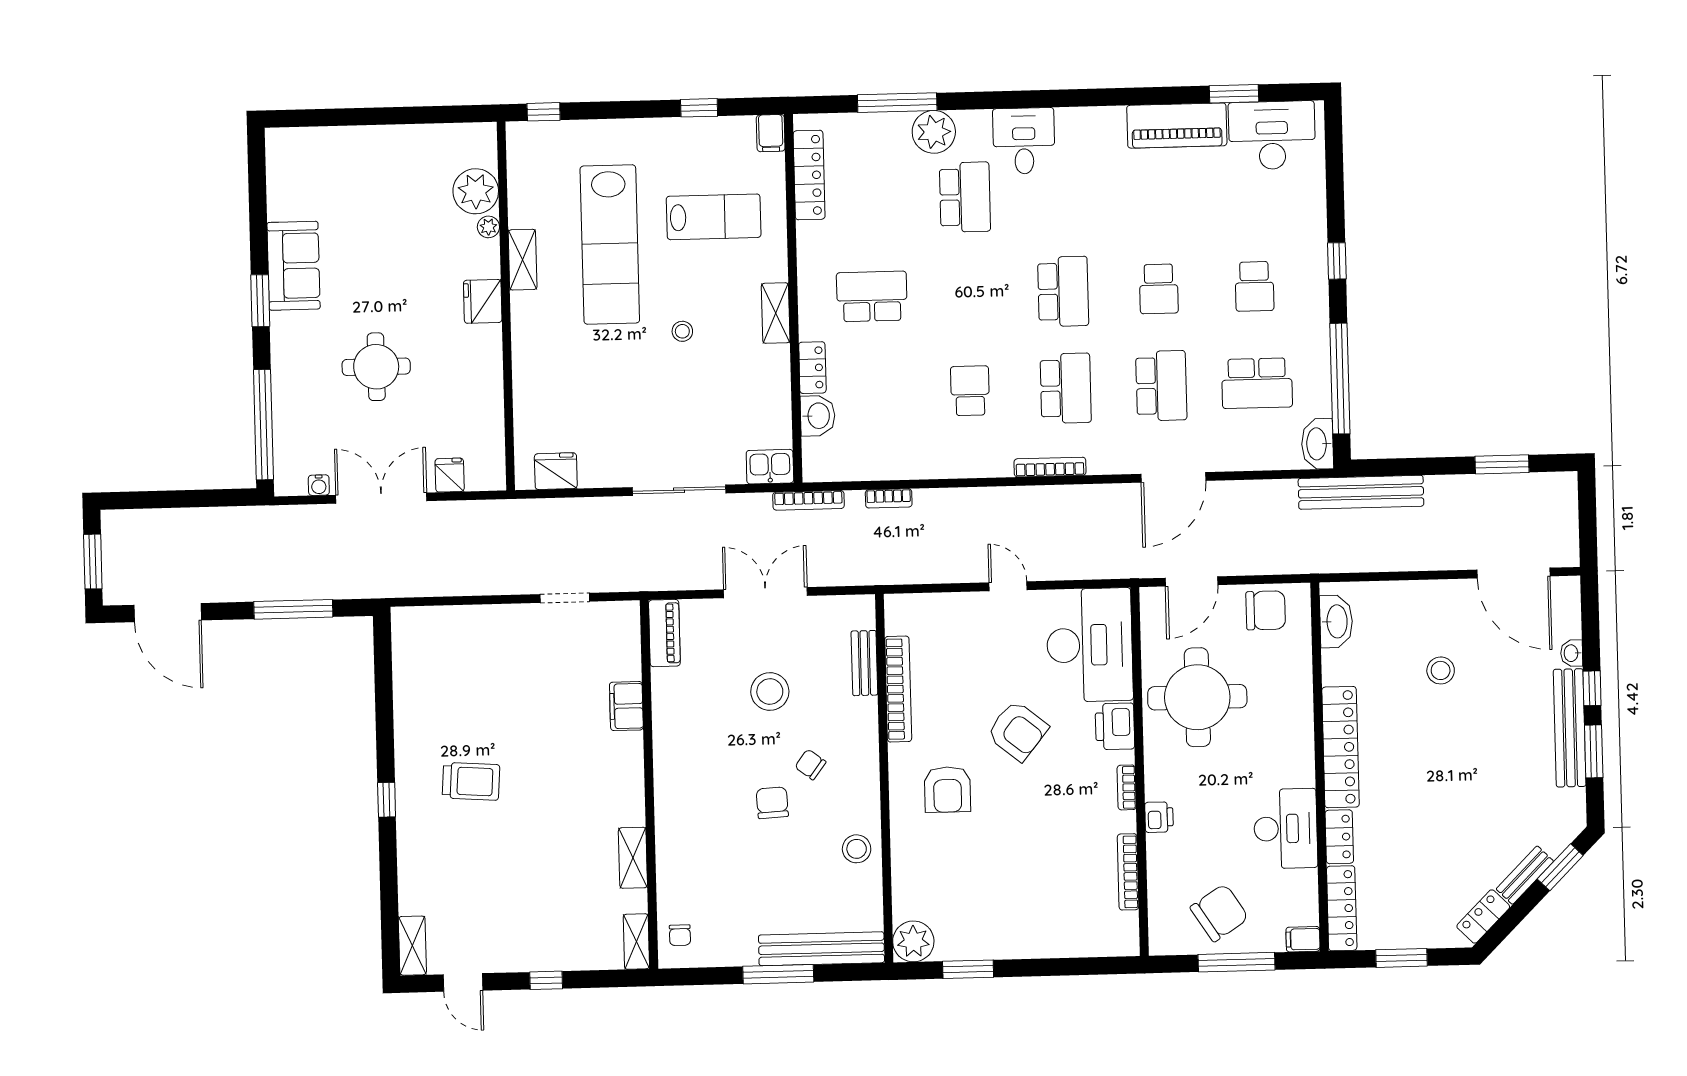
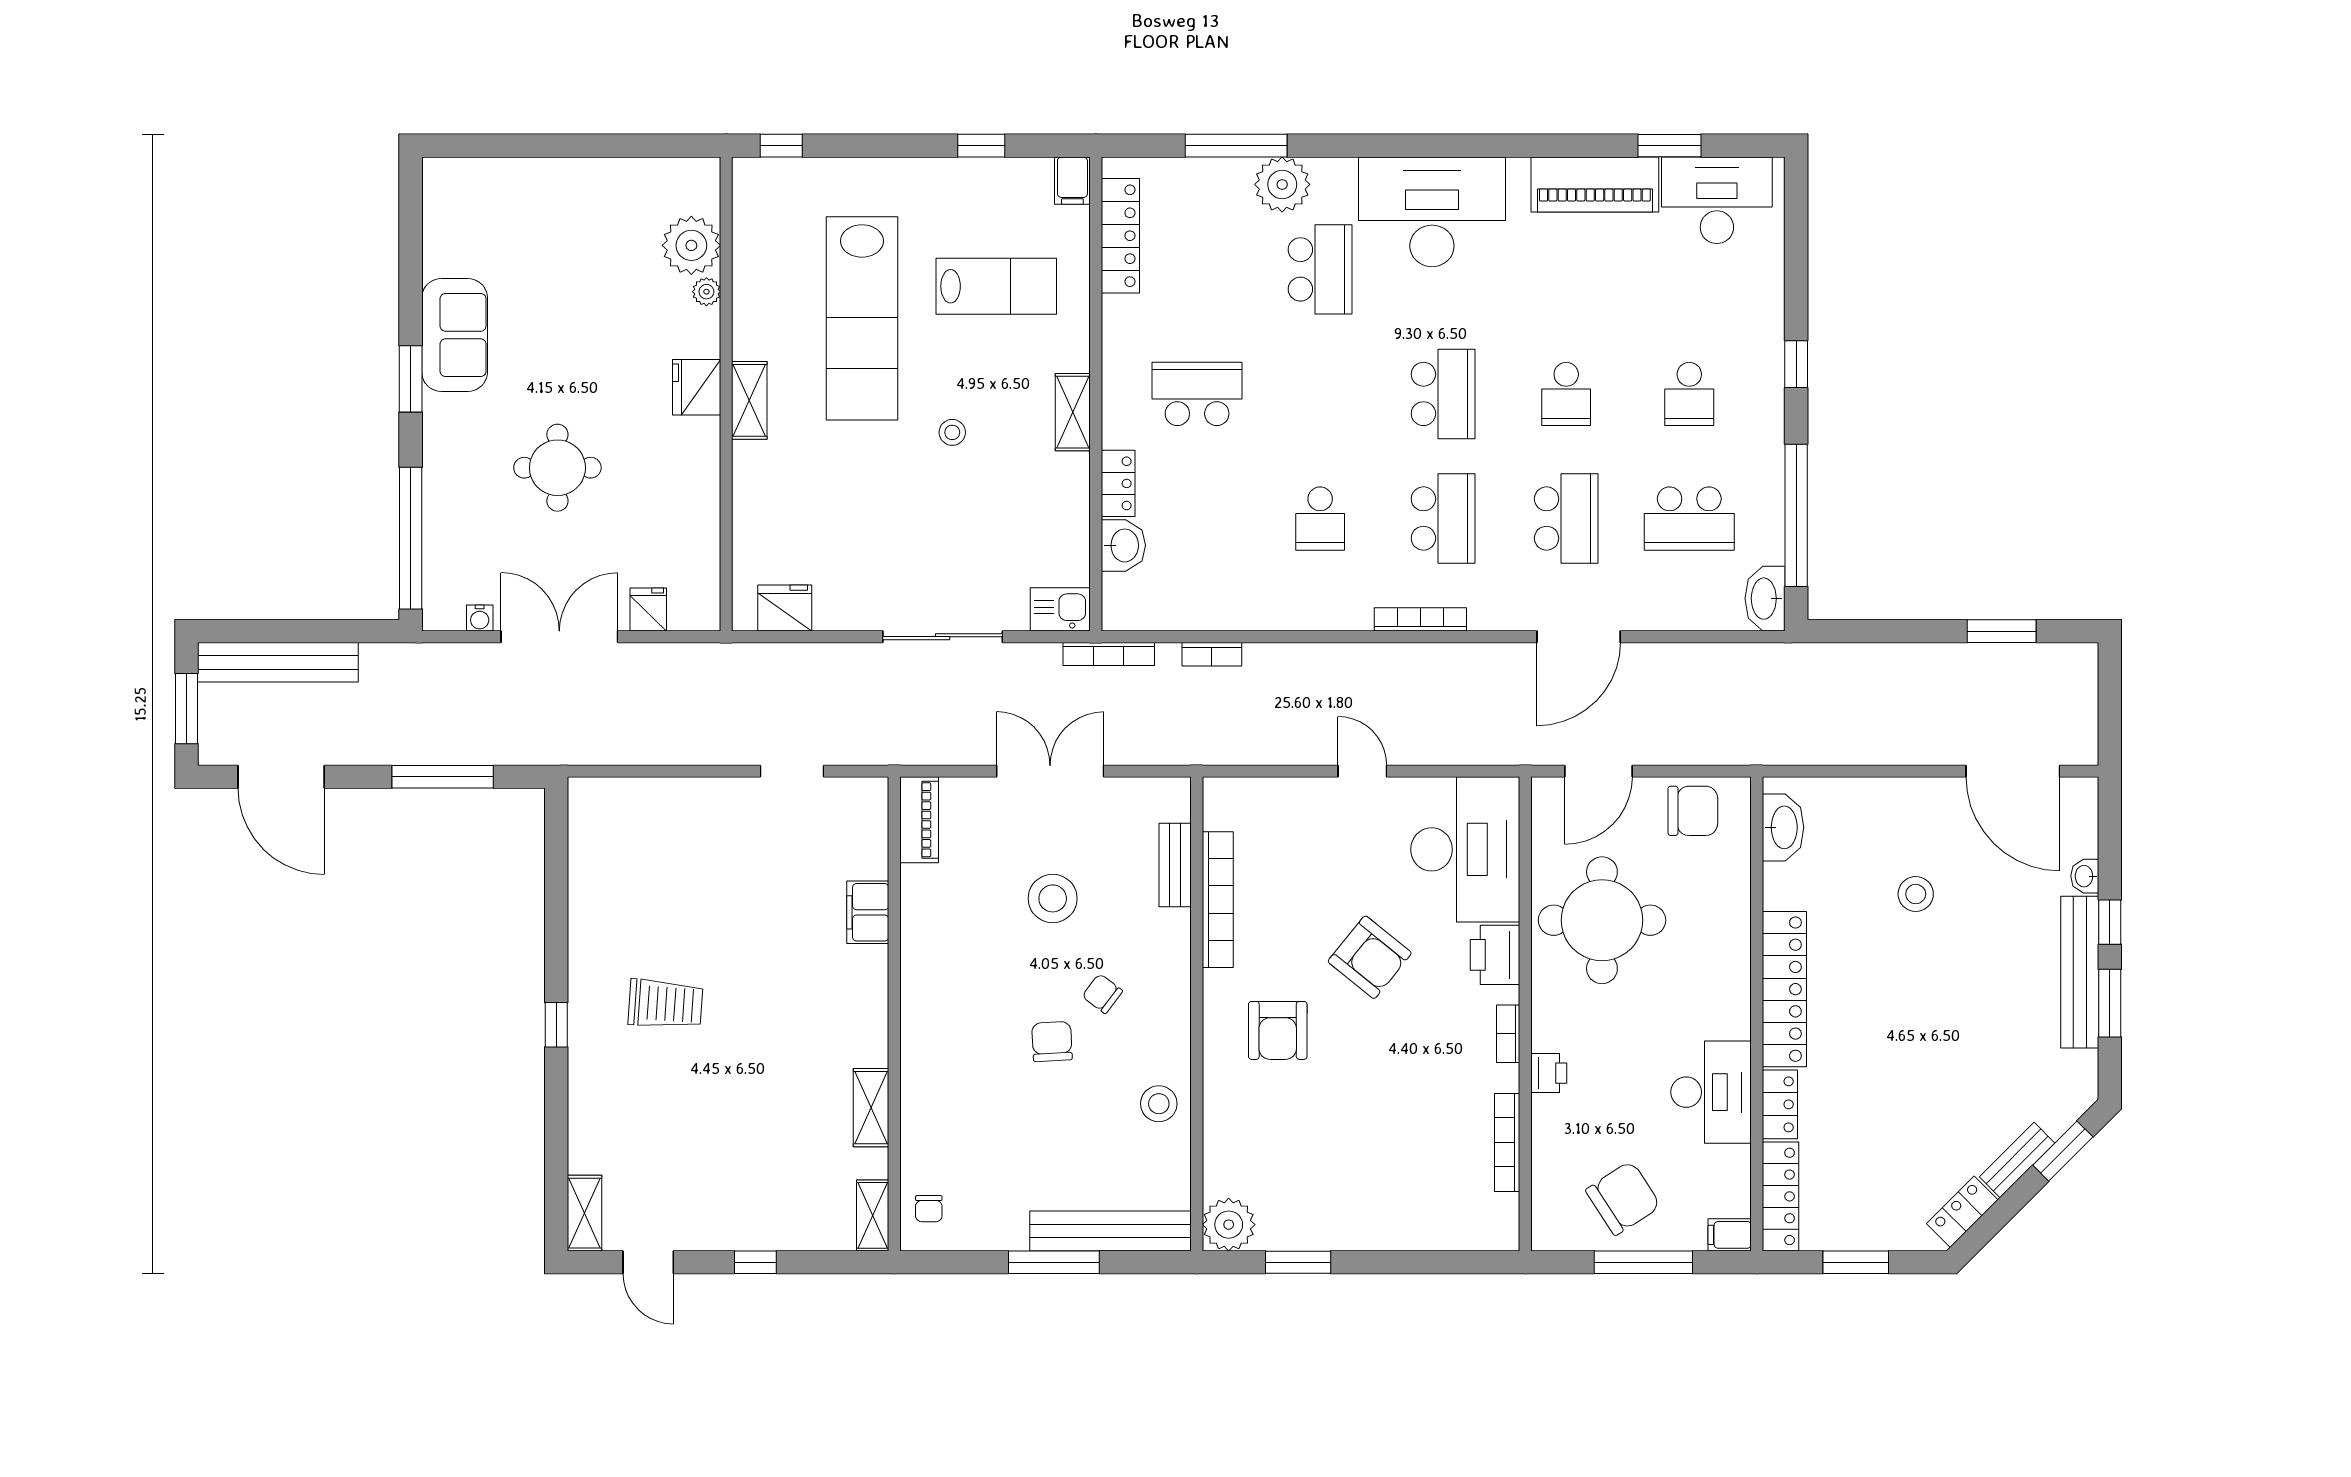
desk: (1024, 141) -> (1432, 212), width x1.87, depth x1.30
shelving: (523, 260) -> (749, 400), moved
school desk: (970, 391) -> (1320, 519), turned 180
bench: (1361, 492) -> (278, 662), moved

